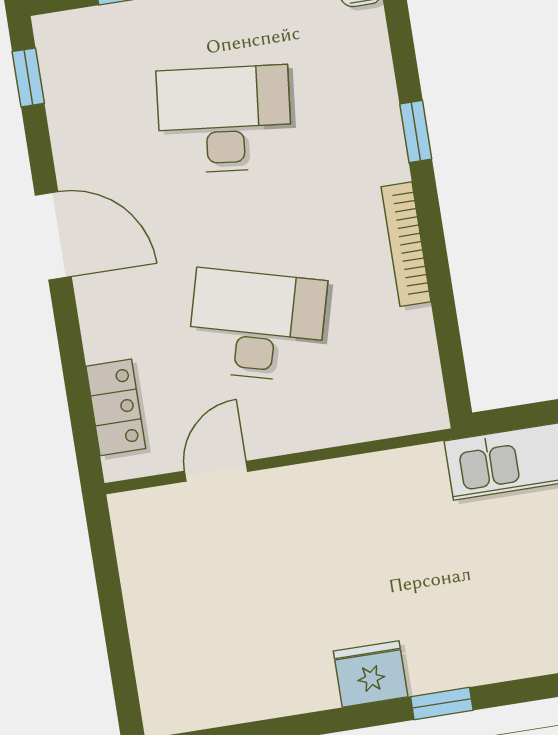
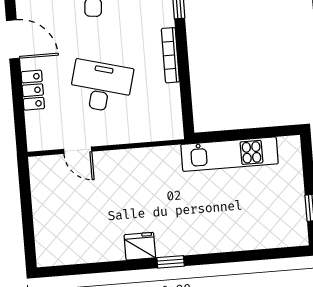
locker: (116, 407) -> (33, 90), moved
door: (216, 471) -> (78, 150), swing flipped

